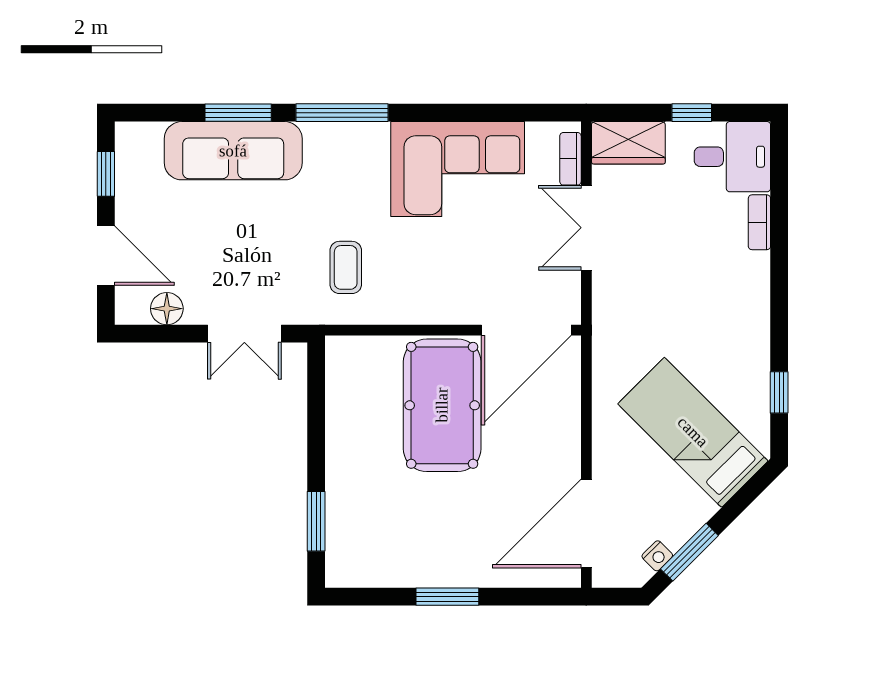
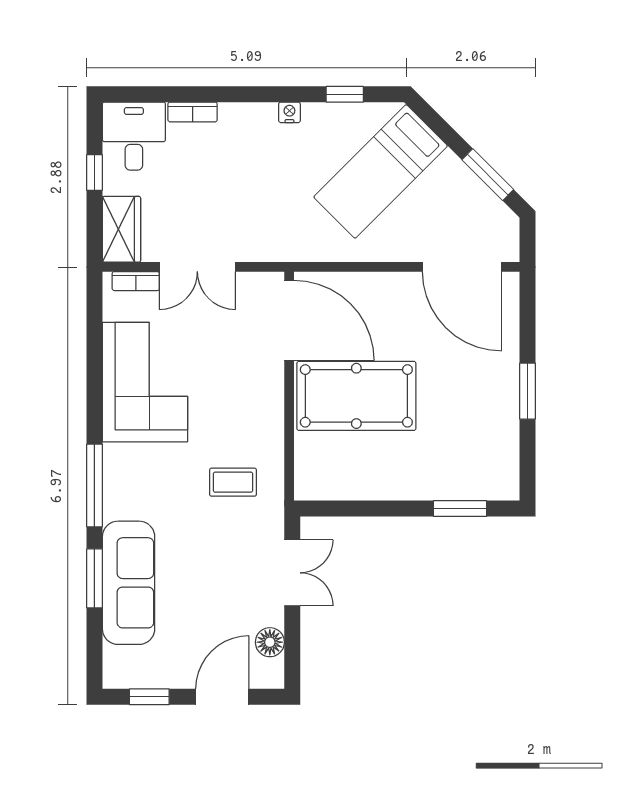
nightstand: (657, 556) -> (289, 112), moved, turned -45

